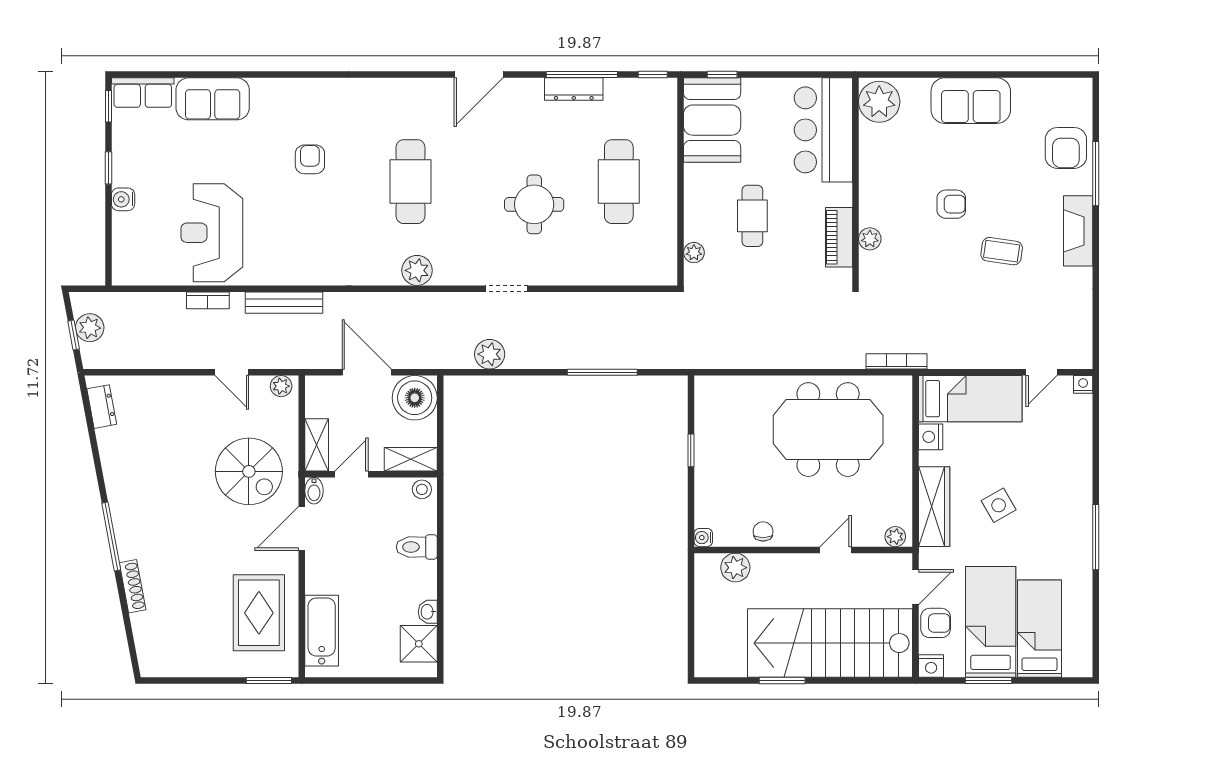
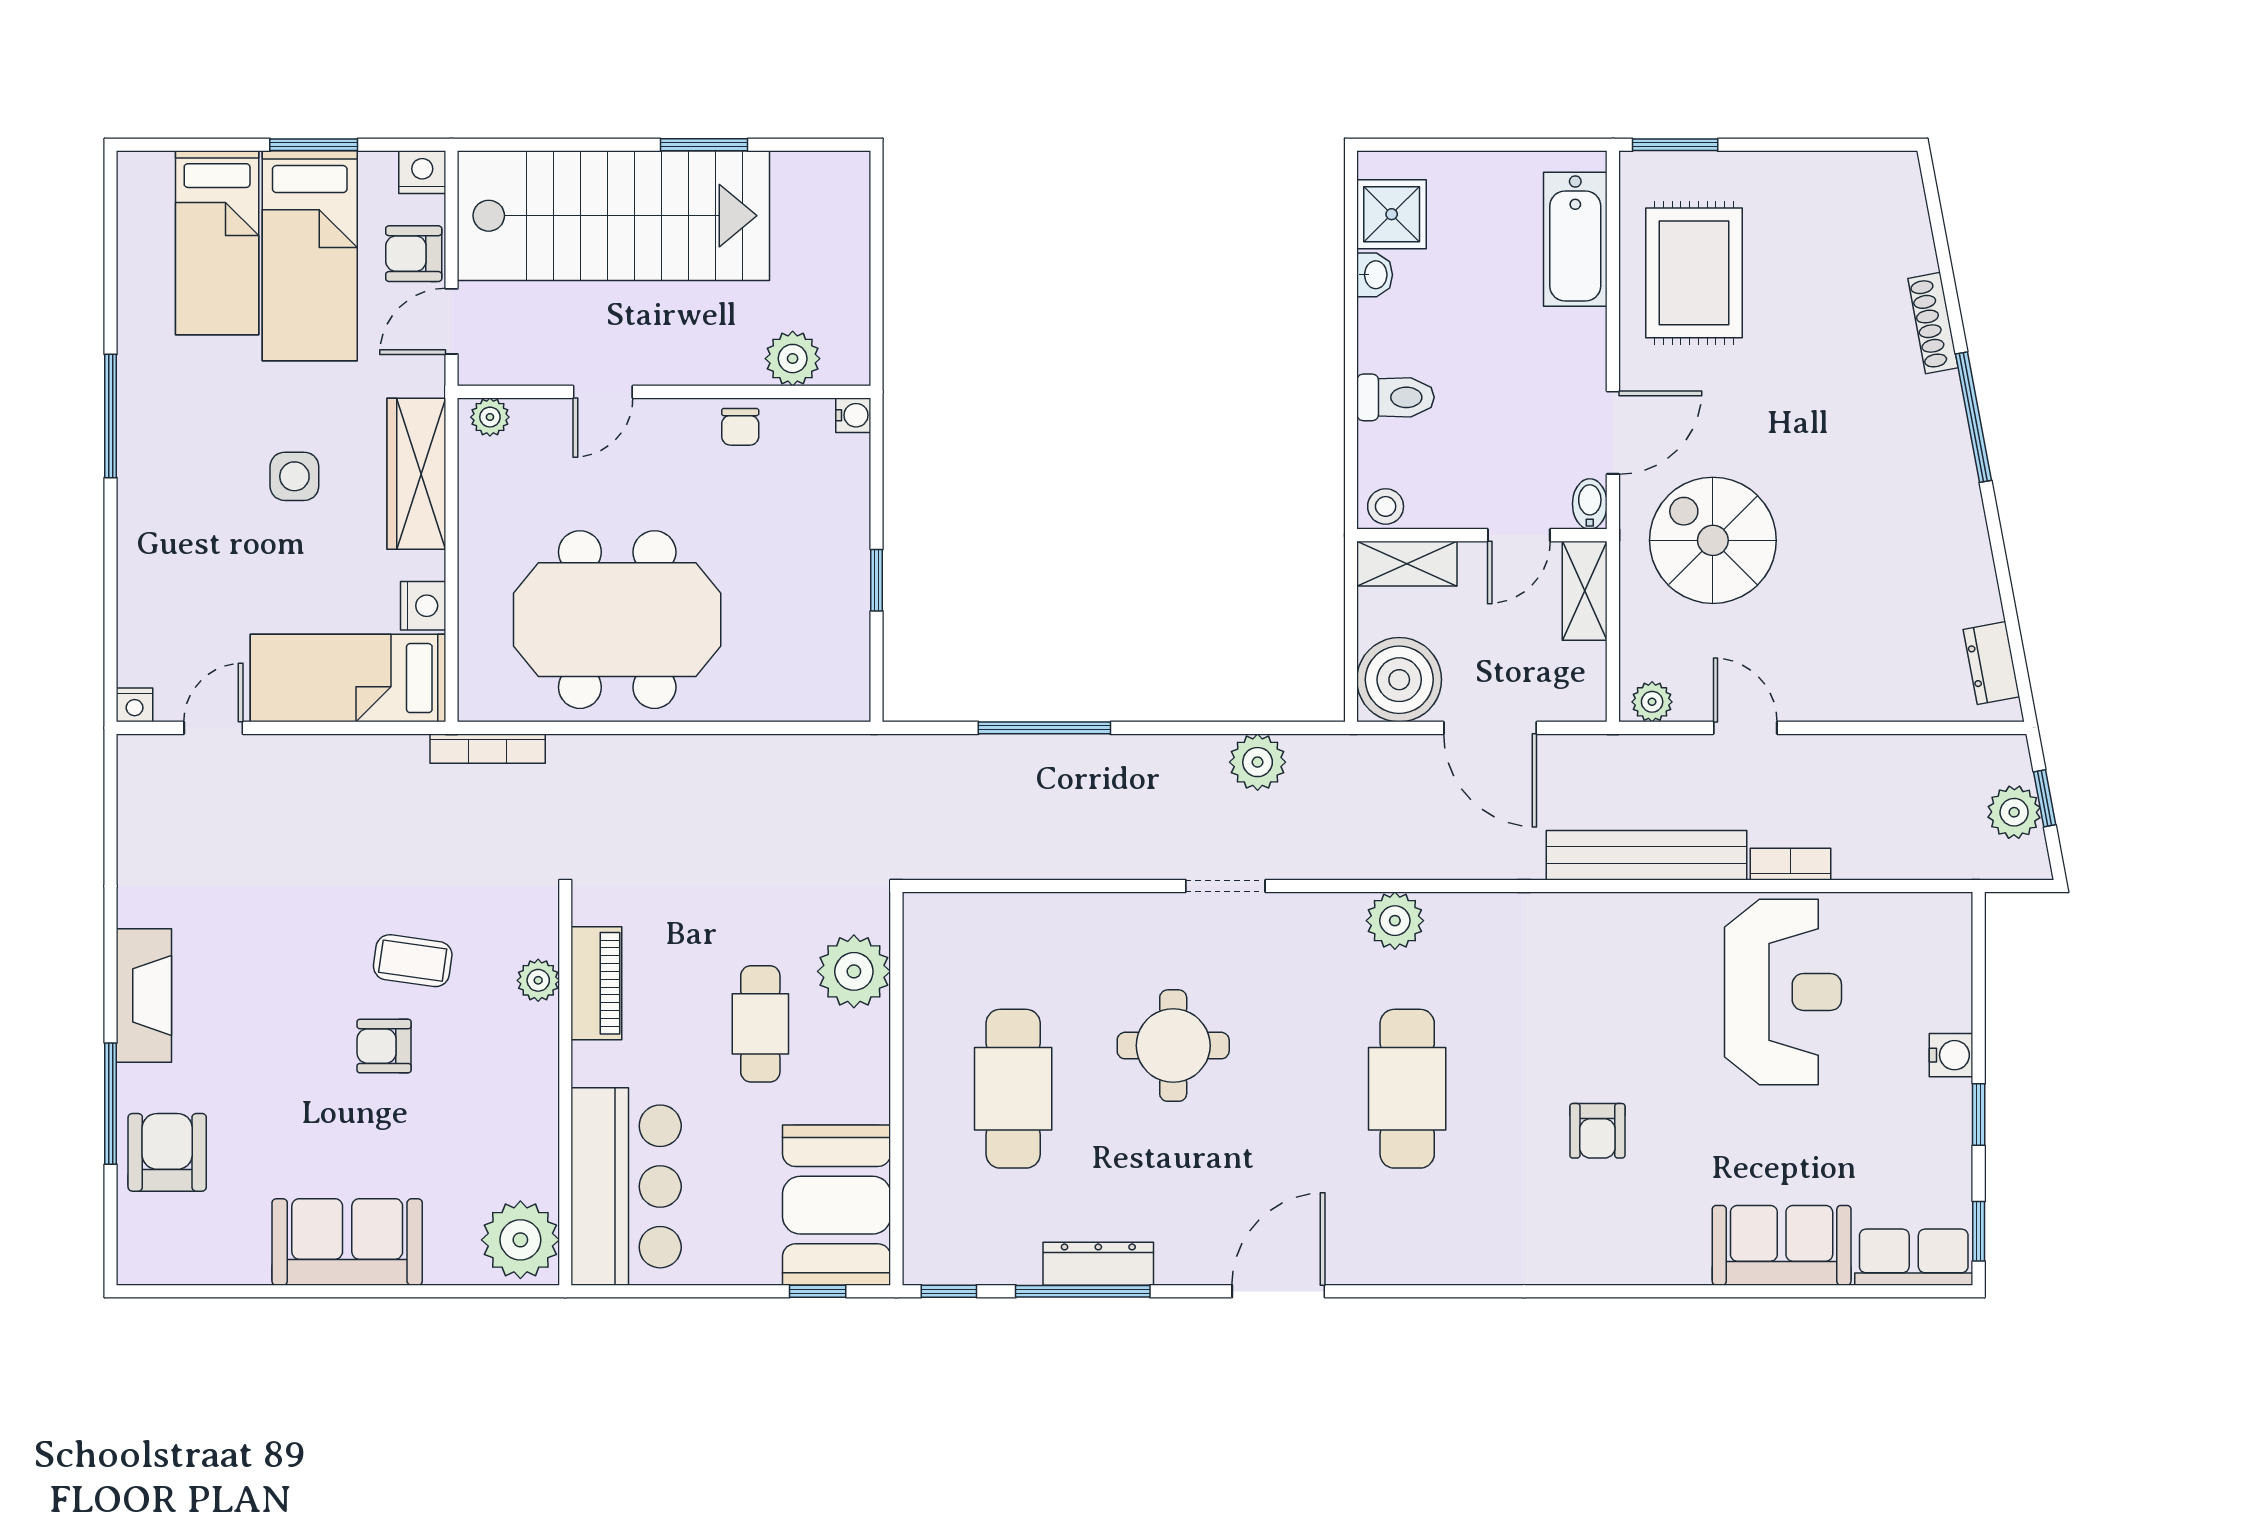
coffee table: (1002, 251) -> (413, 961), moved
plant: (694, 253) -> (854, 971), width x1.88, depth x1.88
bench: (284, 303) -> (1646, 855), width x1.37, depth x1.21
side table: (999, 505) -> (294, 476), turned 30

